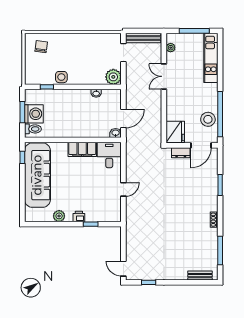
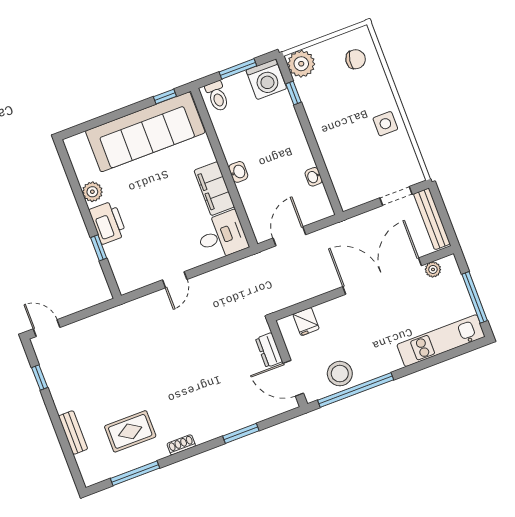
double door: (164, 76) -> (382, 276), width x1.87
side table: (61, 77) -> (385, 124), moved
plant: (113, 77) -> (301, 64), moved
washing machine: (34, 114) -> (266, 79), moved
door: (123, 119) -> (289, 236), swing flipped
fridge: (175, 132) -> (306, 322), width x0.53, depth x0.75
washbasin: (116, 133) -> (238, 172), moved
door: (123, 189) -> (175, 280), hinge flipped
printer: (79, 216) -> (108, 223), width x1.87, depth x1.48
rug: (196, 244) -> (130, 431), added
door: (123, 269) -> (47, 328), hinge flipped
bench: (200, 276) -> (73, 433), moved

